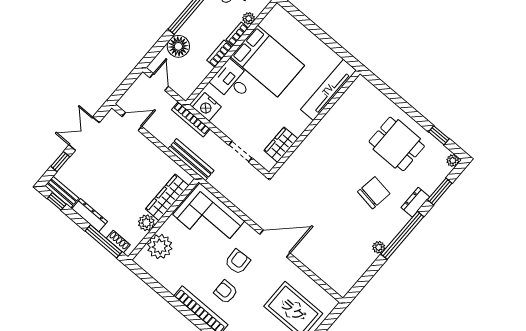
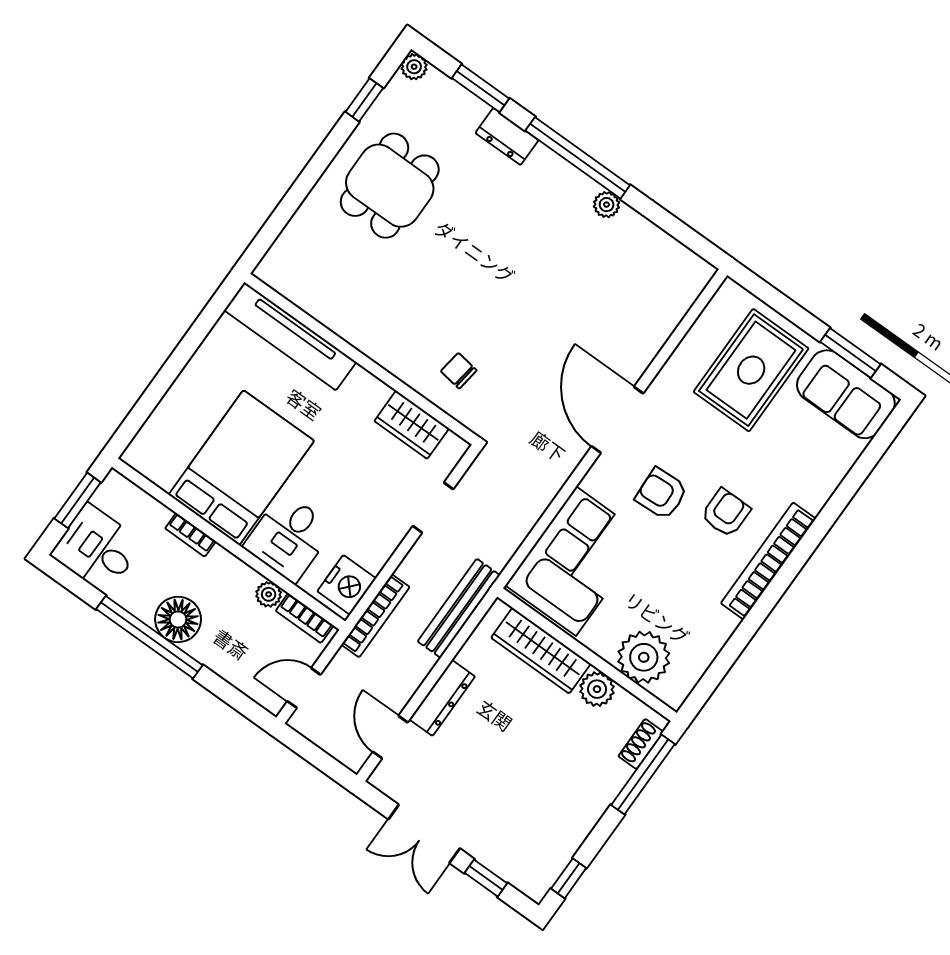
plant: (249, 18) -> (269, 594), moved
floor lamp: (178, 46) -> (178, 619), moved
bookcase: (220, 54) -> (305, 618), moved
bench: (62, 192) -> (548, 869), removed
chair: (374, 193) -> (459, 371), moved, width x0.54, depth x0.54
dresser: (90, 215) -> (442, 698), moved, turned 180
armchair: (226, 292) -> (726, 513), turned 180

